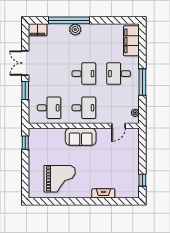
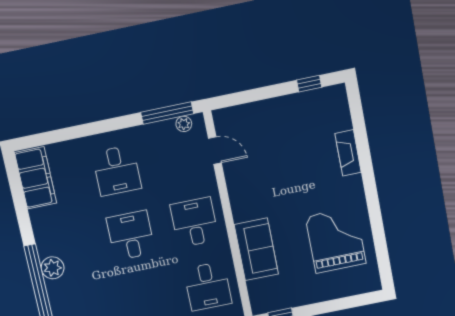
filing cabinet: (131, 41) -> (36, 178), moved, turned -90
window: (142, 82) -> (167, 113), moved
desk: (49, 108) -> (208, 286), turned 180
sofa: (81, 137) -> (256, 249), moved

